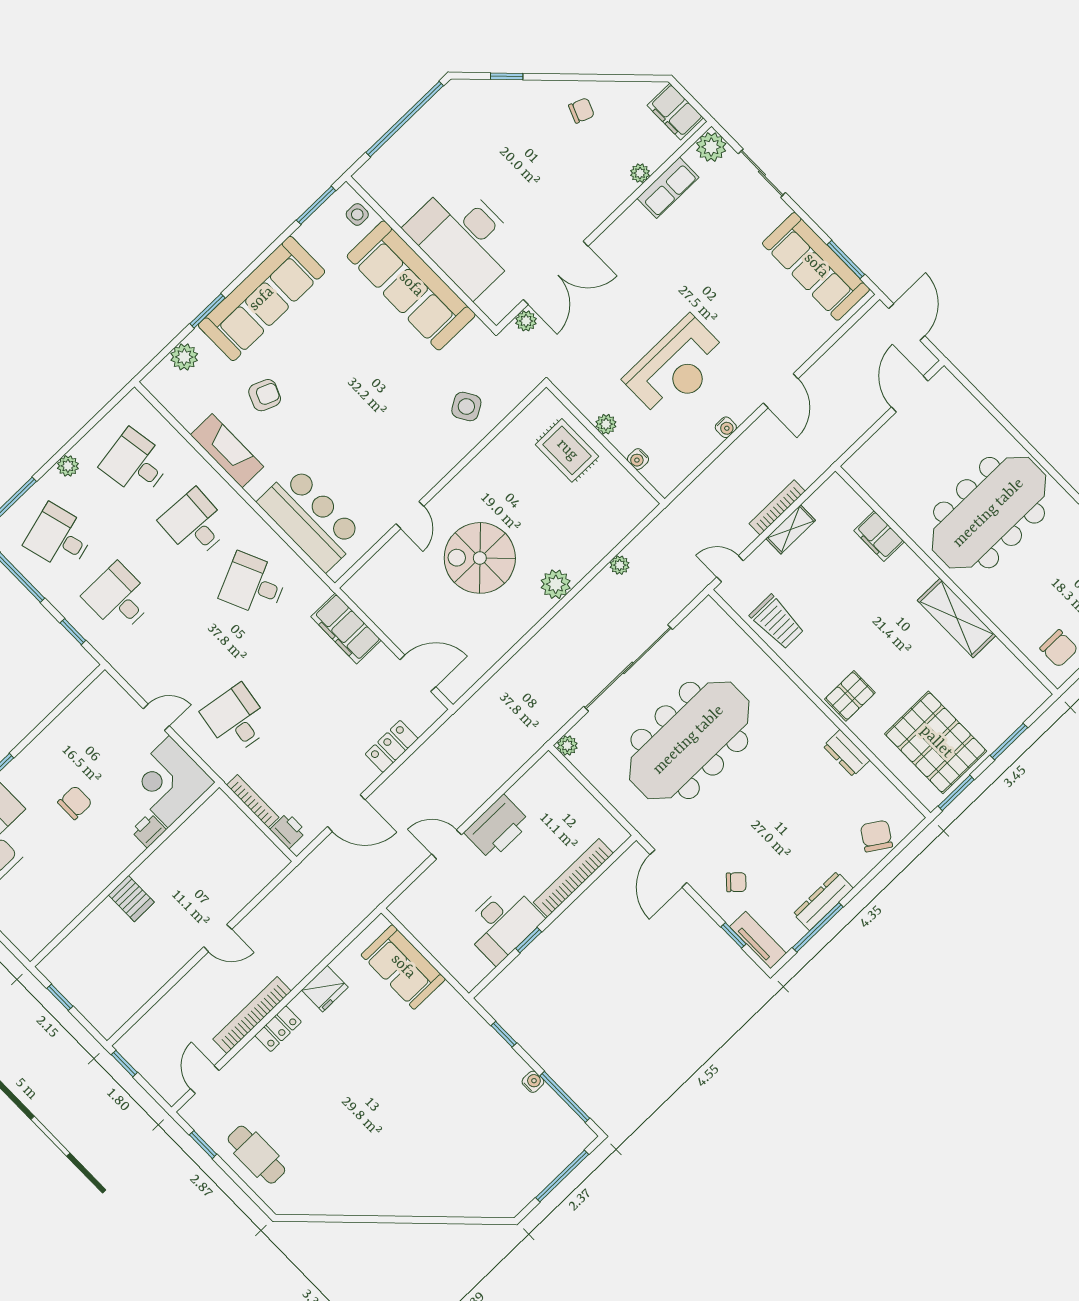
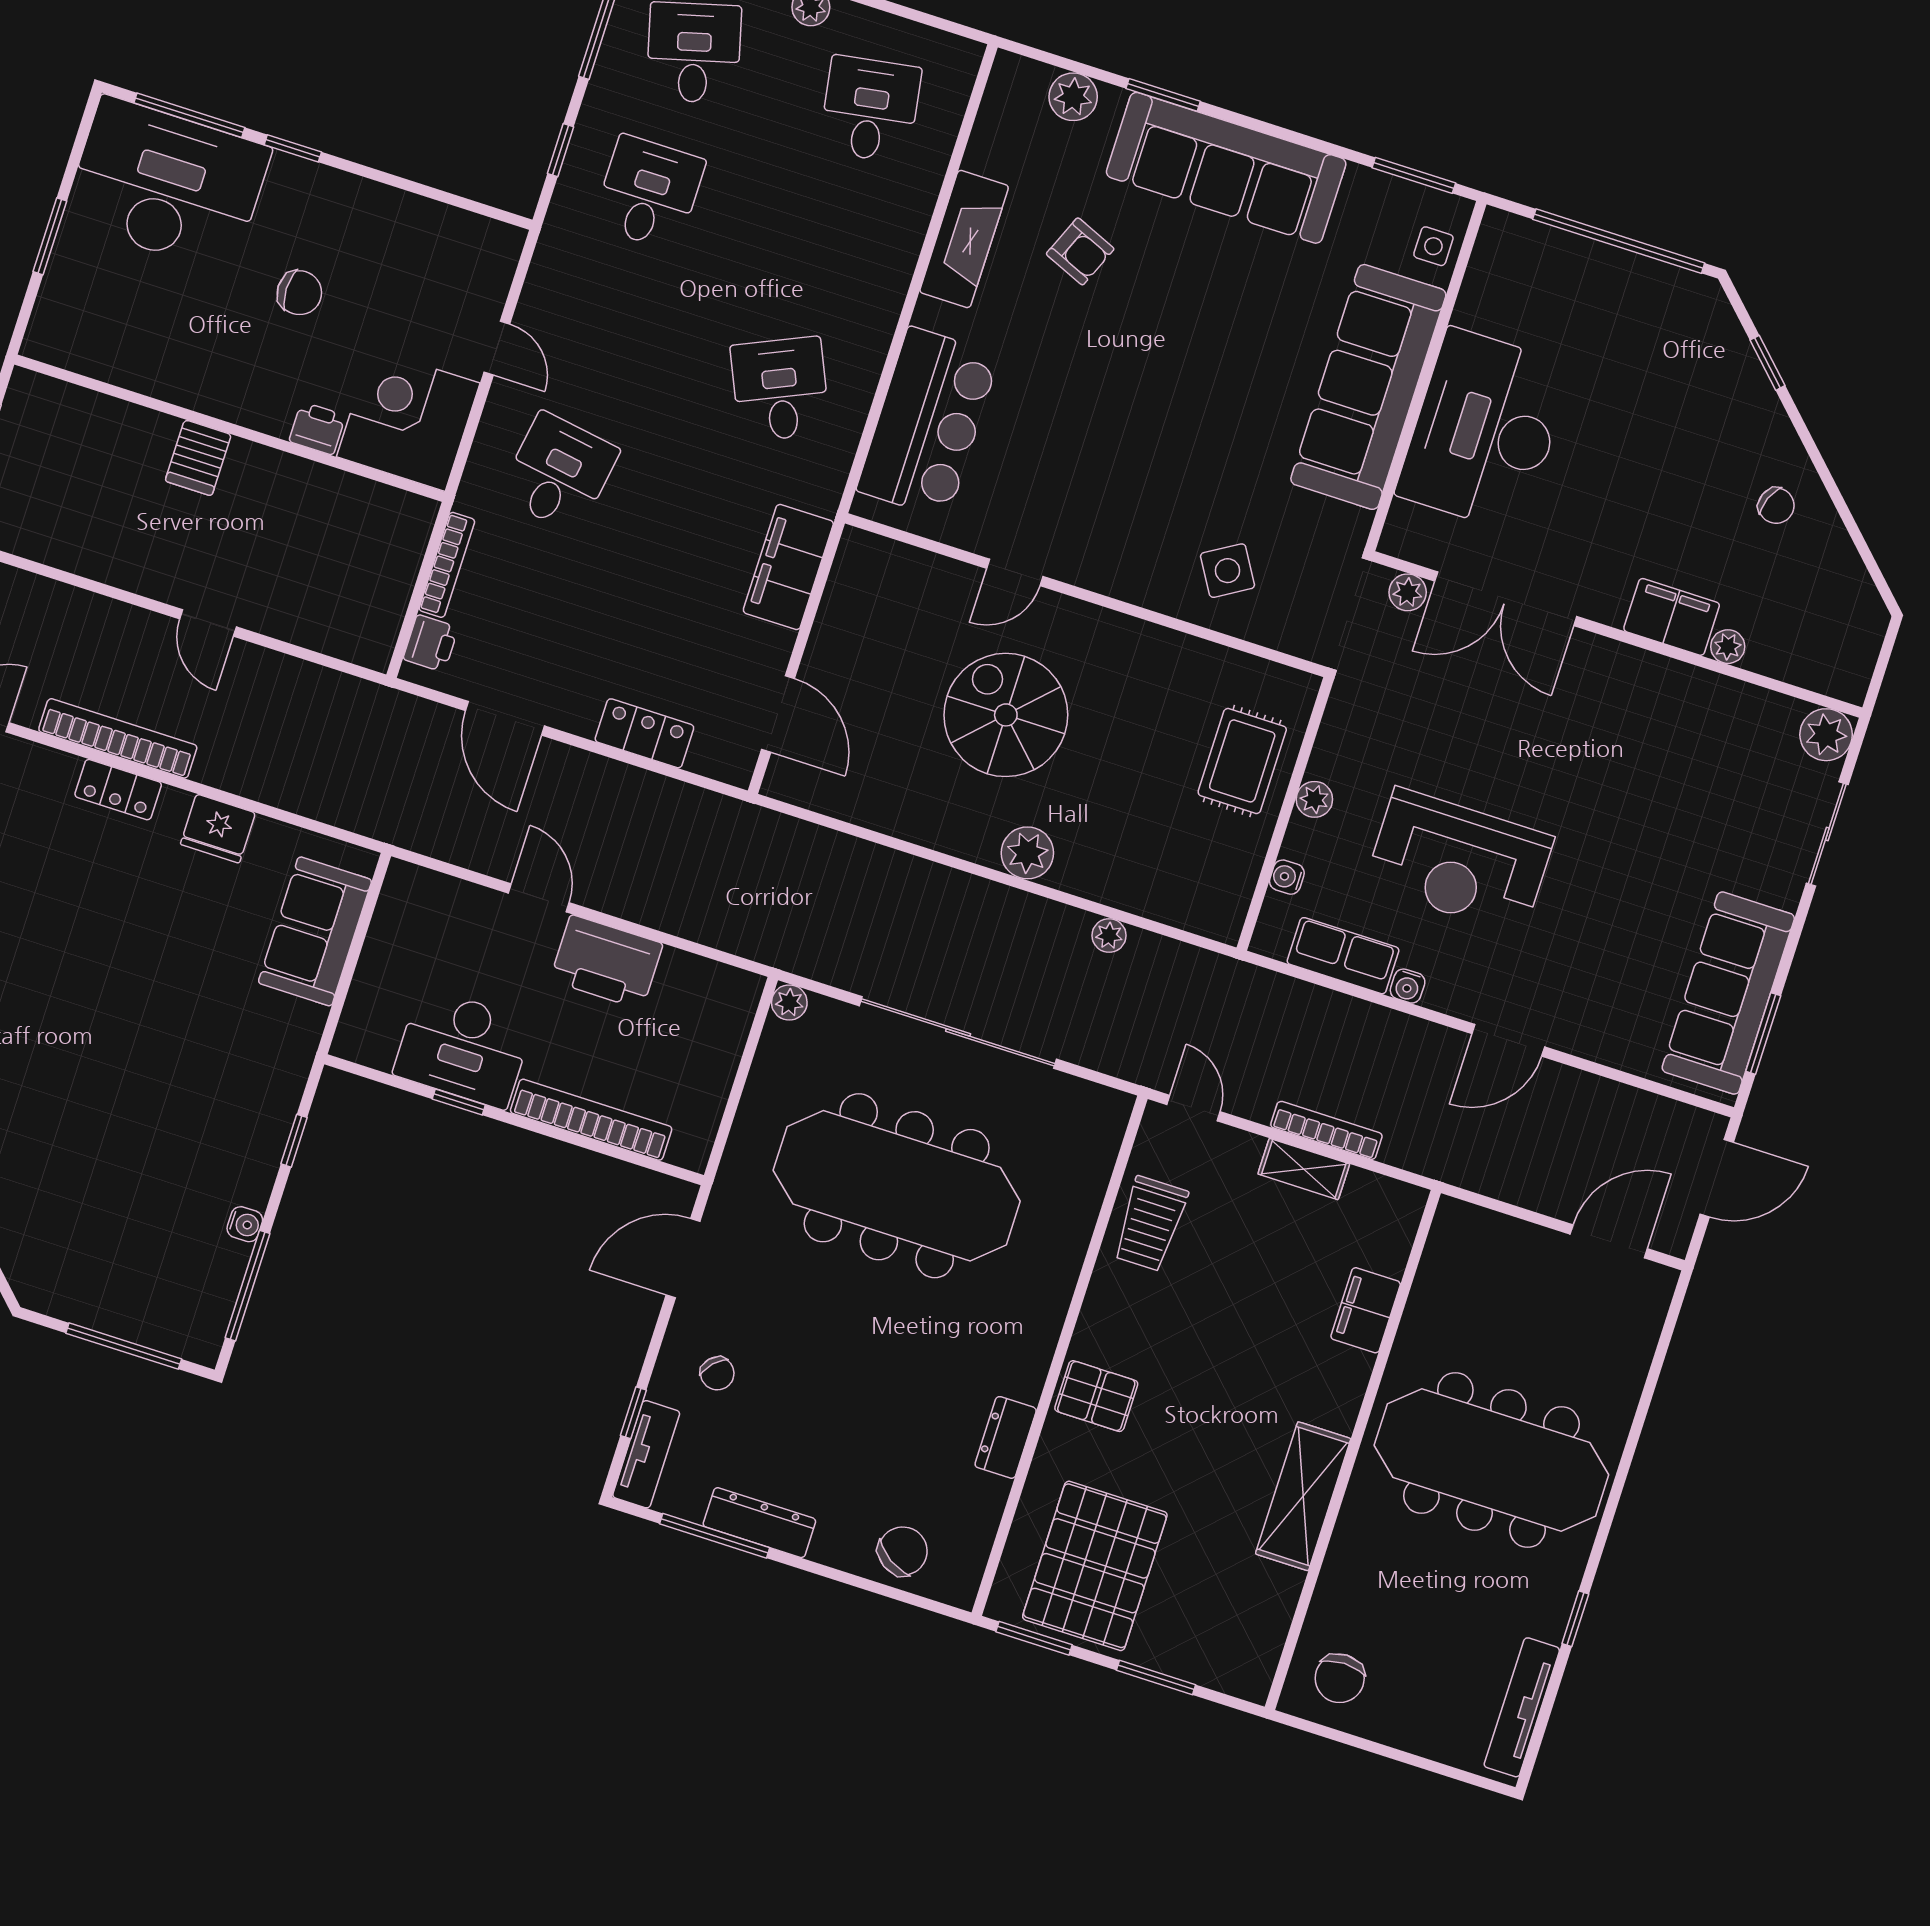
filing cabinet: (675, 112) -> (1672, 617), moved, turned 90
row of seats: (668, 188) -> (1343, 956), moved, turned 180
desk: (195, 524) -> (825, 249), removed

